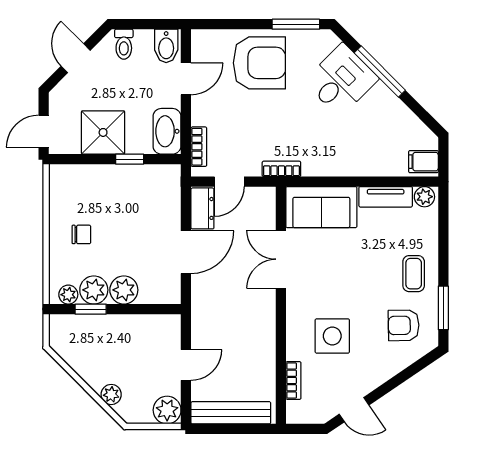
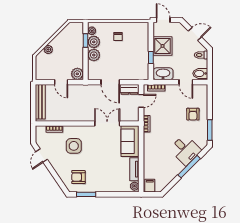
armchair: (259, 63) -> (193, 114), width x0.53, depth x0.53
door: (229, 182) -> (141, 101), swing flipped
coffee table: (414, 274) -> (101, 181), removed
armchair: (404, 325) -> (78, 177), turned -89
plant: (167, 410) -> (77, 74), moved

